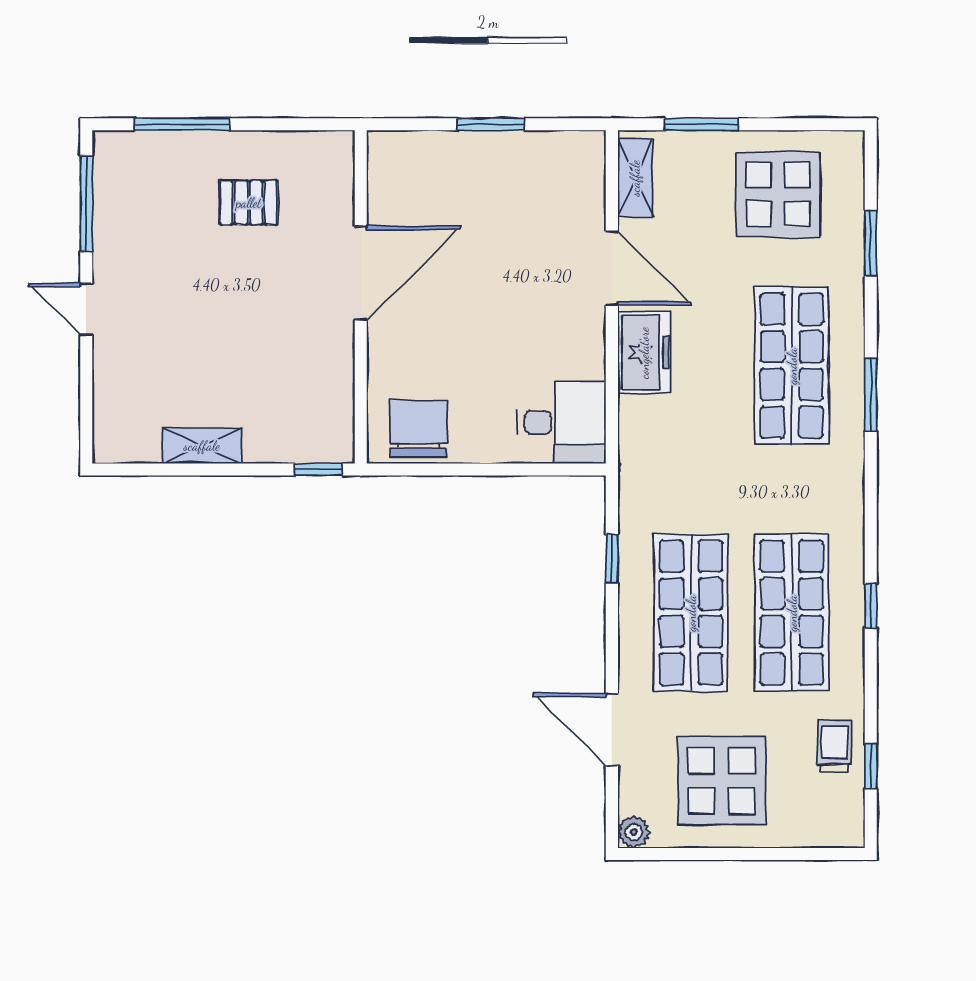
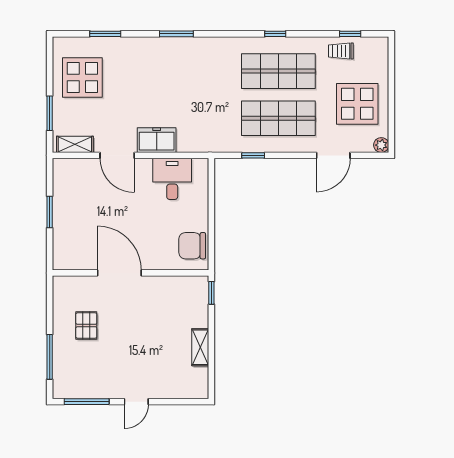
door: (612, 268) -> (117, 155), swing flipped
shop shelf: (792, 366) -> (163, 71), removed
desk: (562, 422) -> (172, 179), moved

